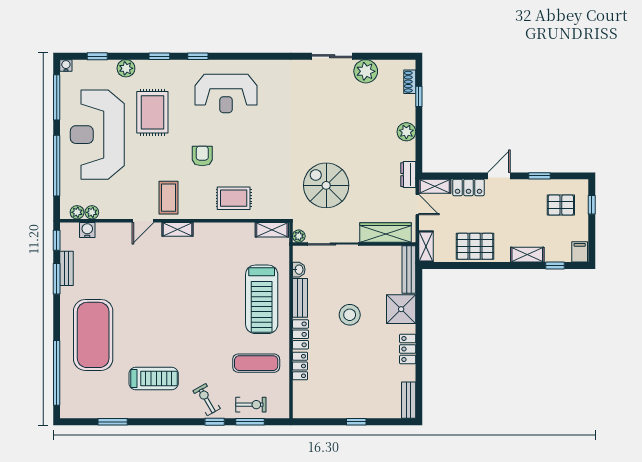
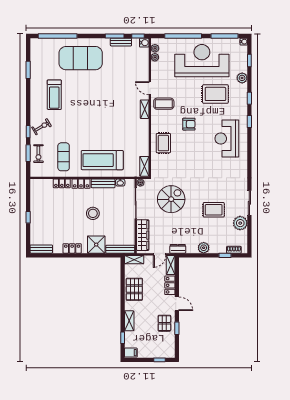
rug: (344, 115) -> (214, 210), added
pallet: (561, 205) -> (164, 323), moved
water cooler: (87, 230) -> (144, 43), moved

